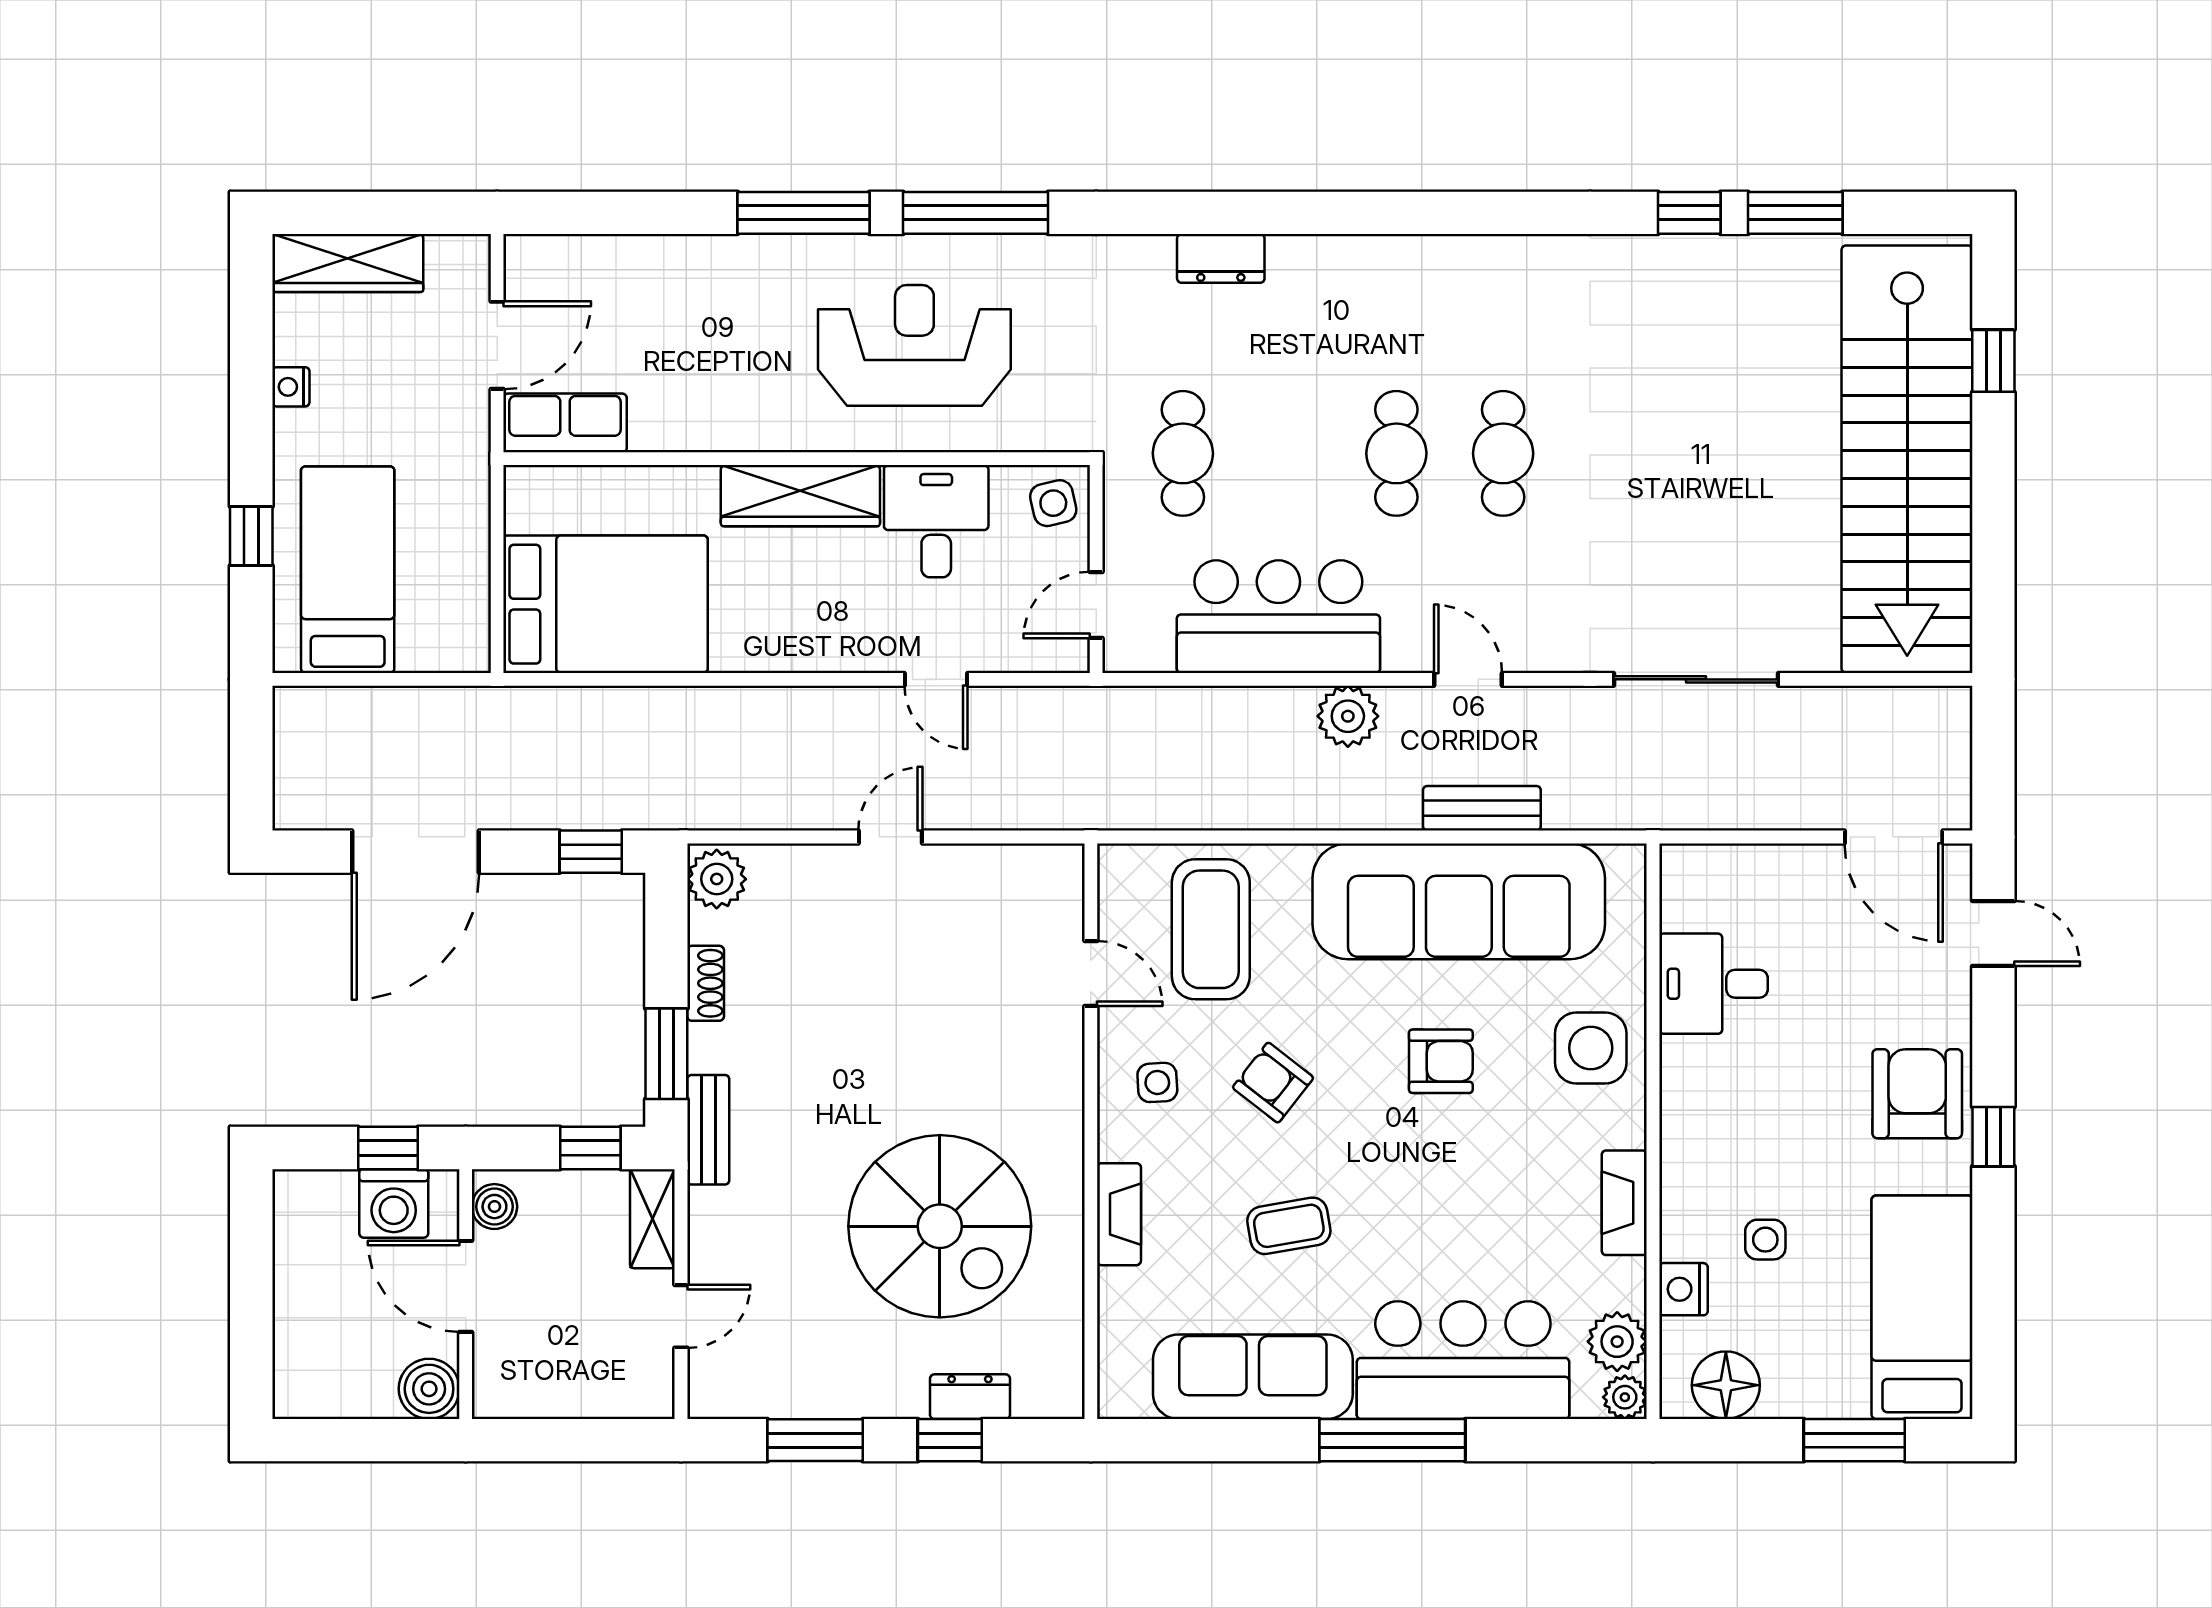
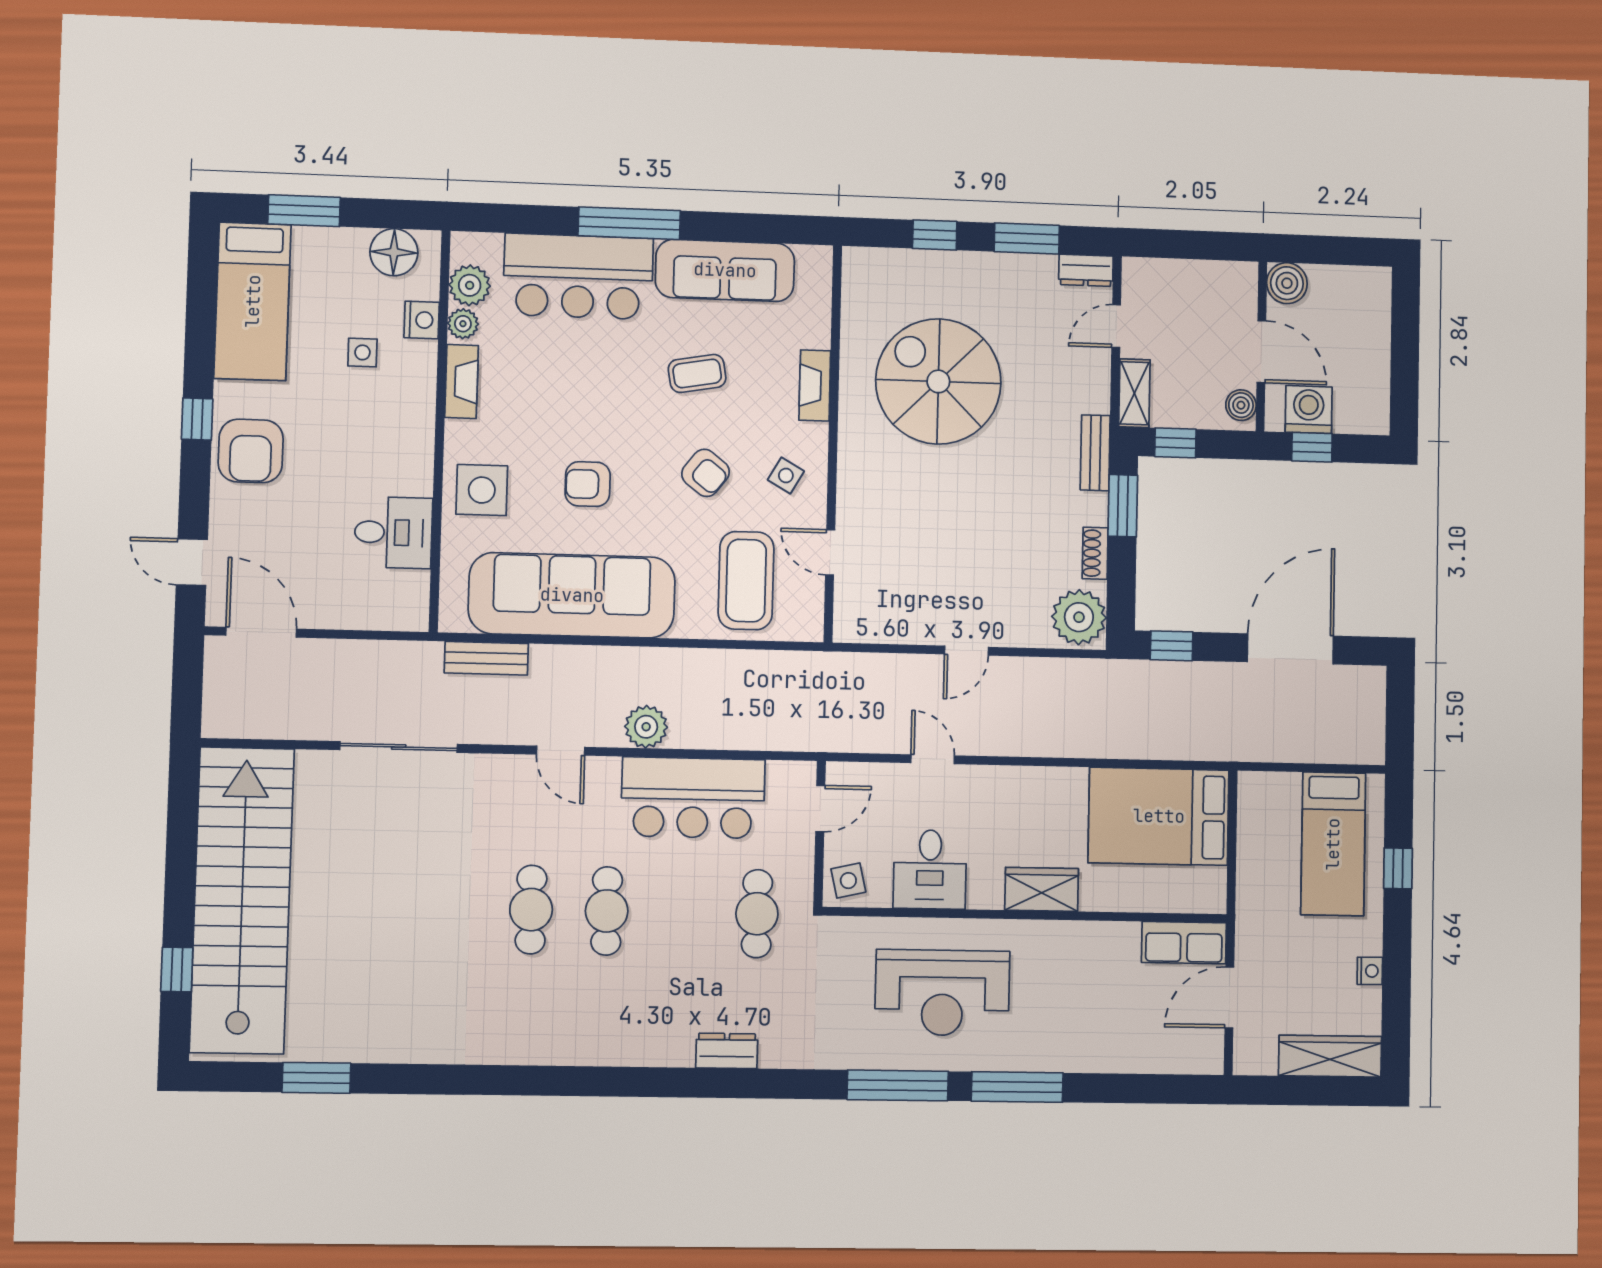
window: (1689, 213) -> (393, 1079), removed
wardrobe: (800, 496) -> (1042, 889), width x0.67
bench: (1482, 808) -> (486, 658), moved
plant: (717, 879) -> (1079, 617), width x1.36, depth x1.36
side table: (1157, 1082) -> (786, 475), turned 33
dresser: (970, 1397) -> (1086, 270), moved
plant: (1625, 1397) -> (463, 324), moved

